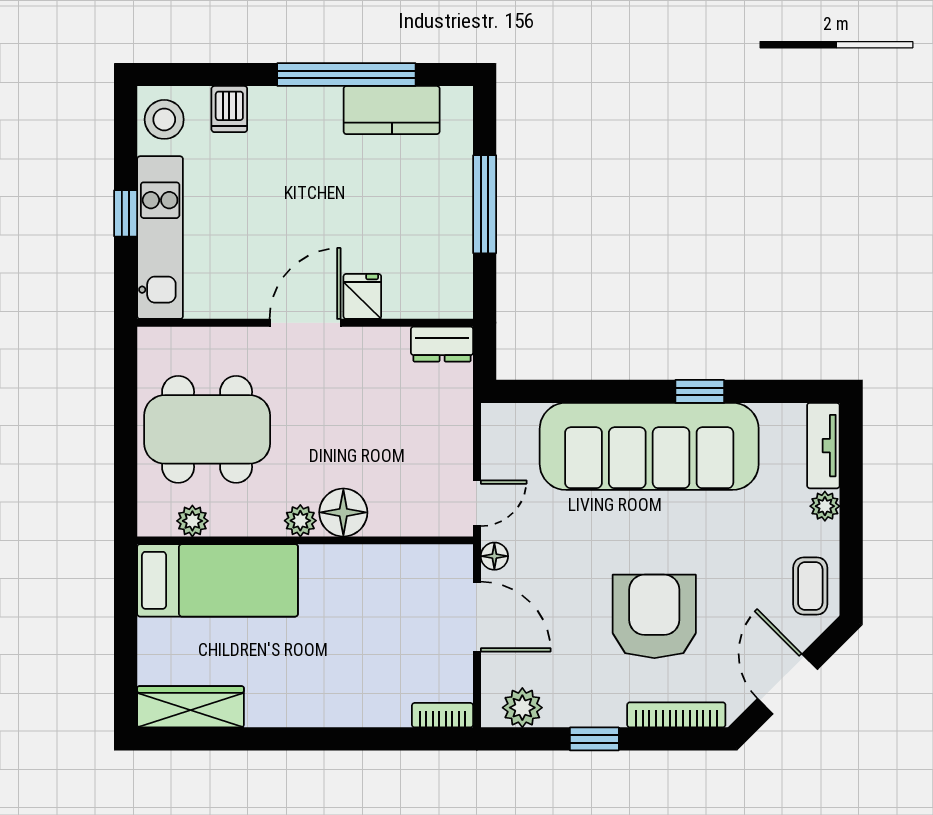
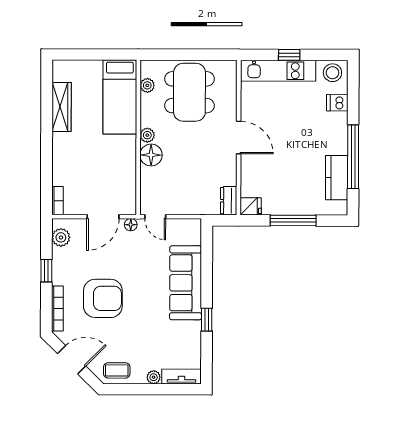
fridge: (362, 296) -> (251, 206), moved
sofa: (649, 446) -> (186, 283), width x0.74, depth x0.79
wardrobe: (191, 707) -> (61, 107), moved

